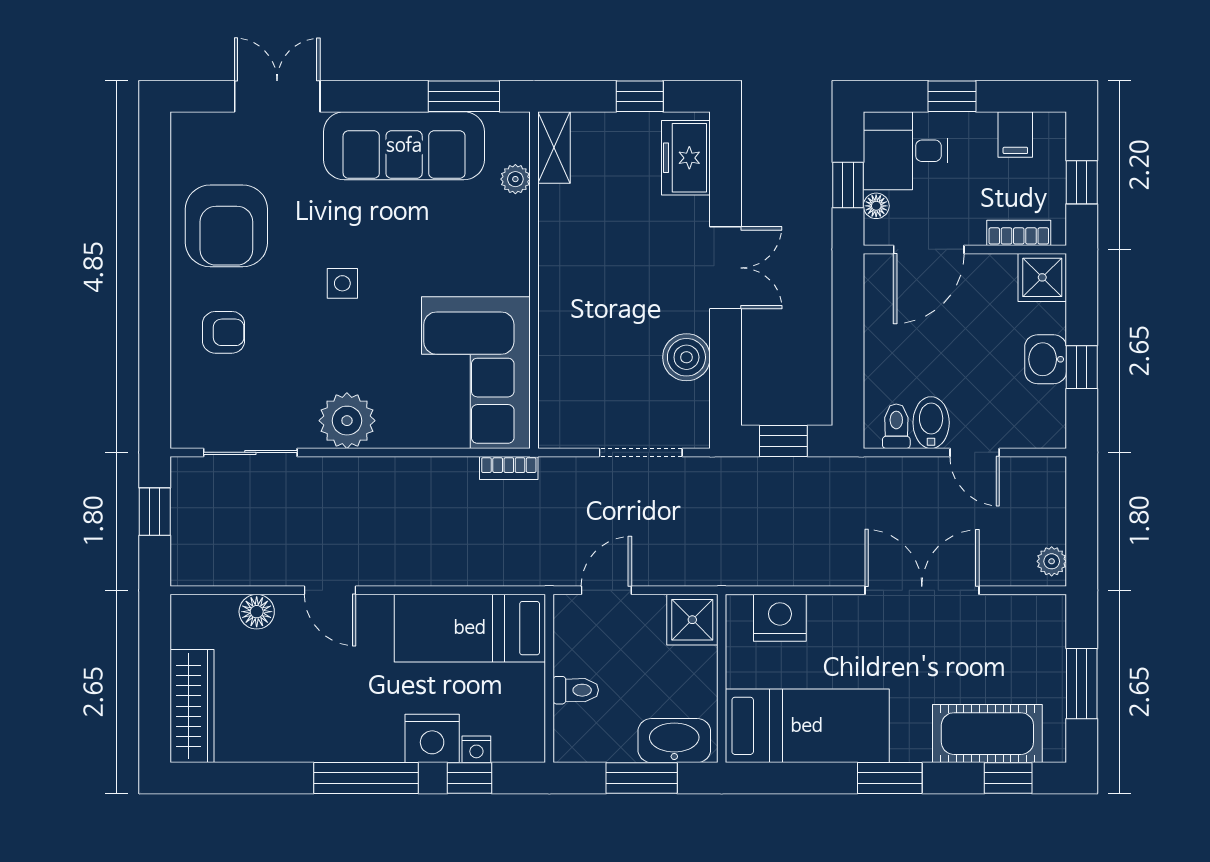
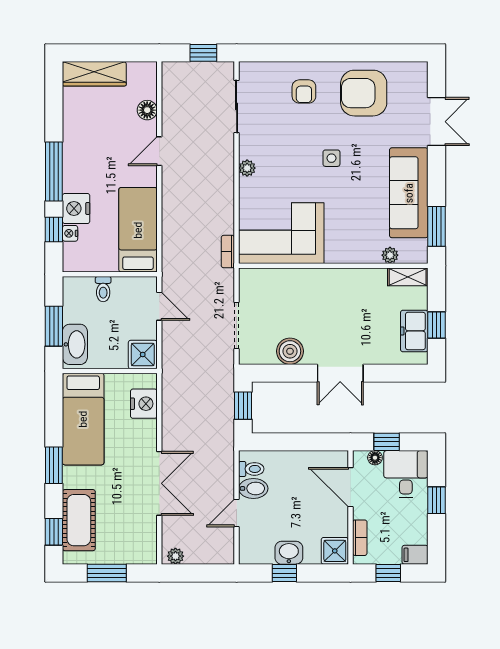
filing cabinet: (1015, 134) -> (415, 555), moved
freezer: (686, 158) -> (414, 331), moved, turned -90
plant: (347, 421) -> (247, 168), width x0.53, depth x0.53

